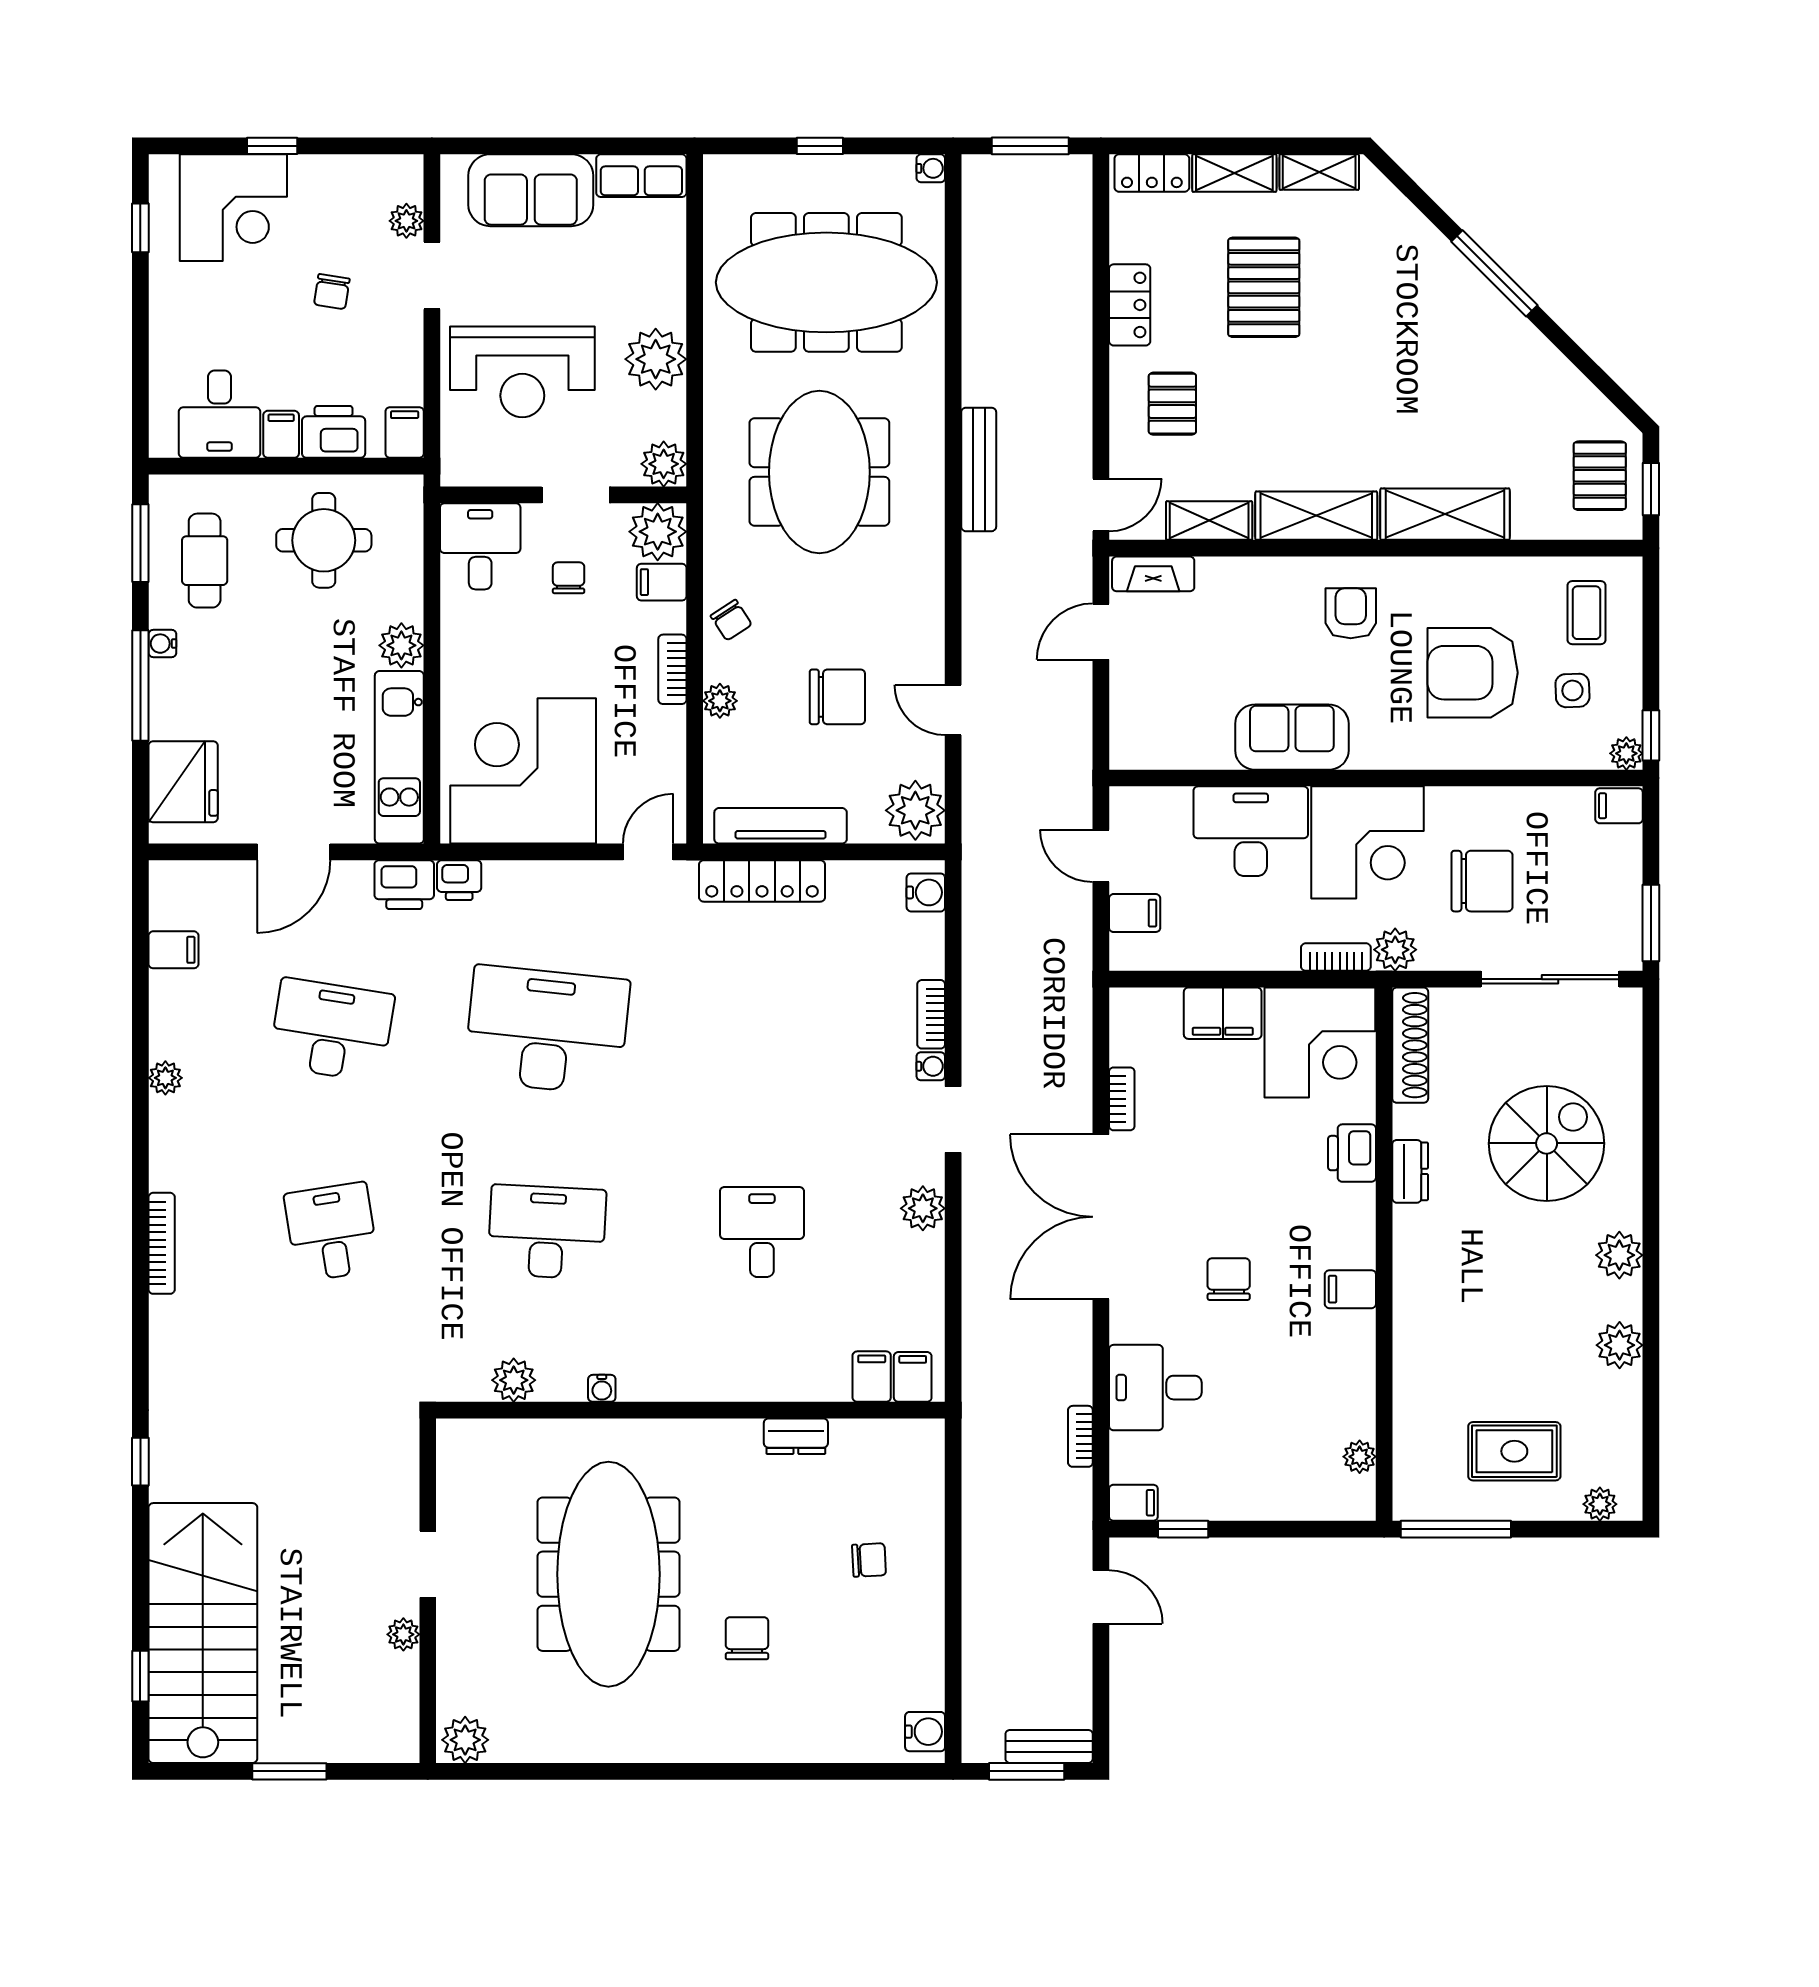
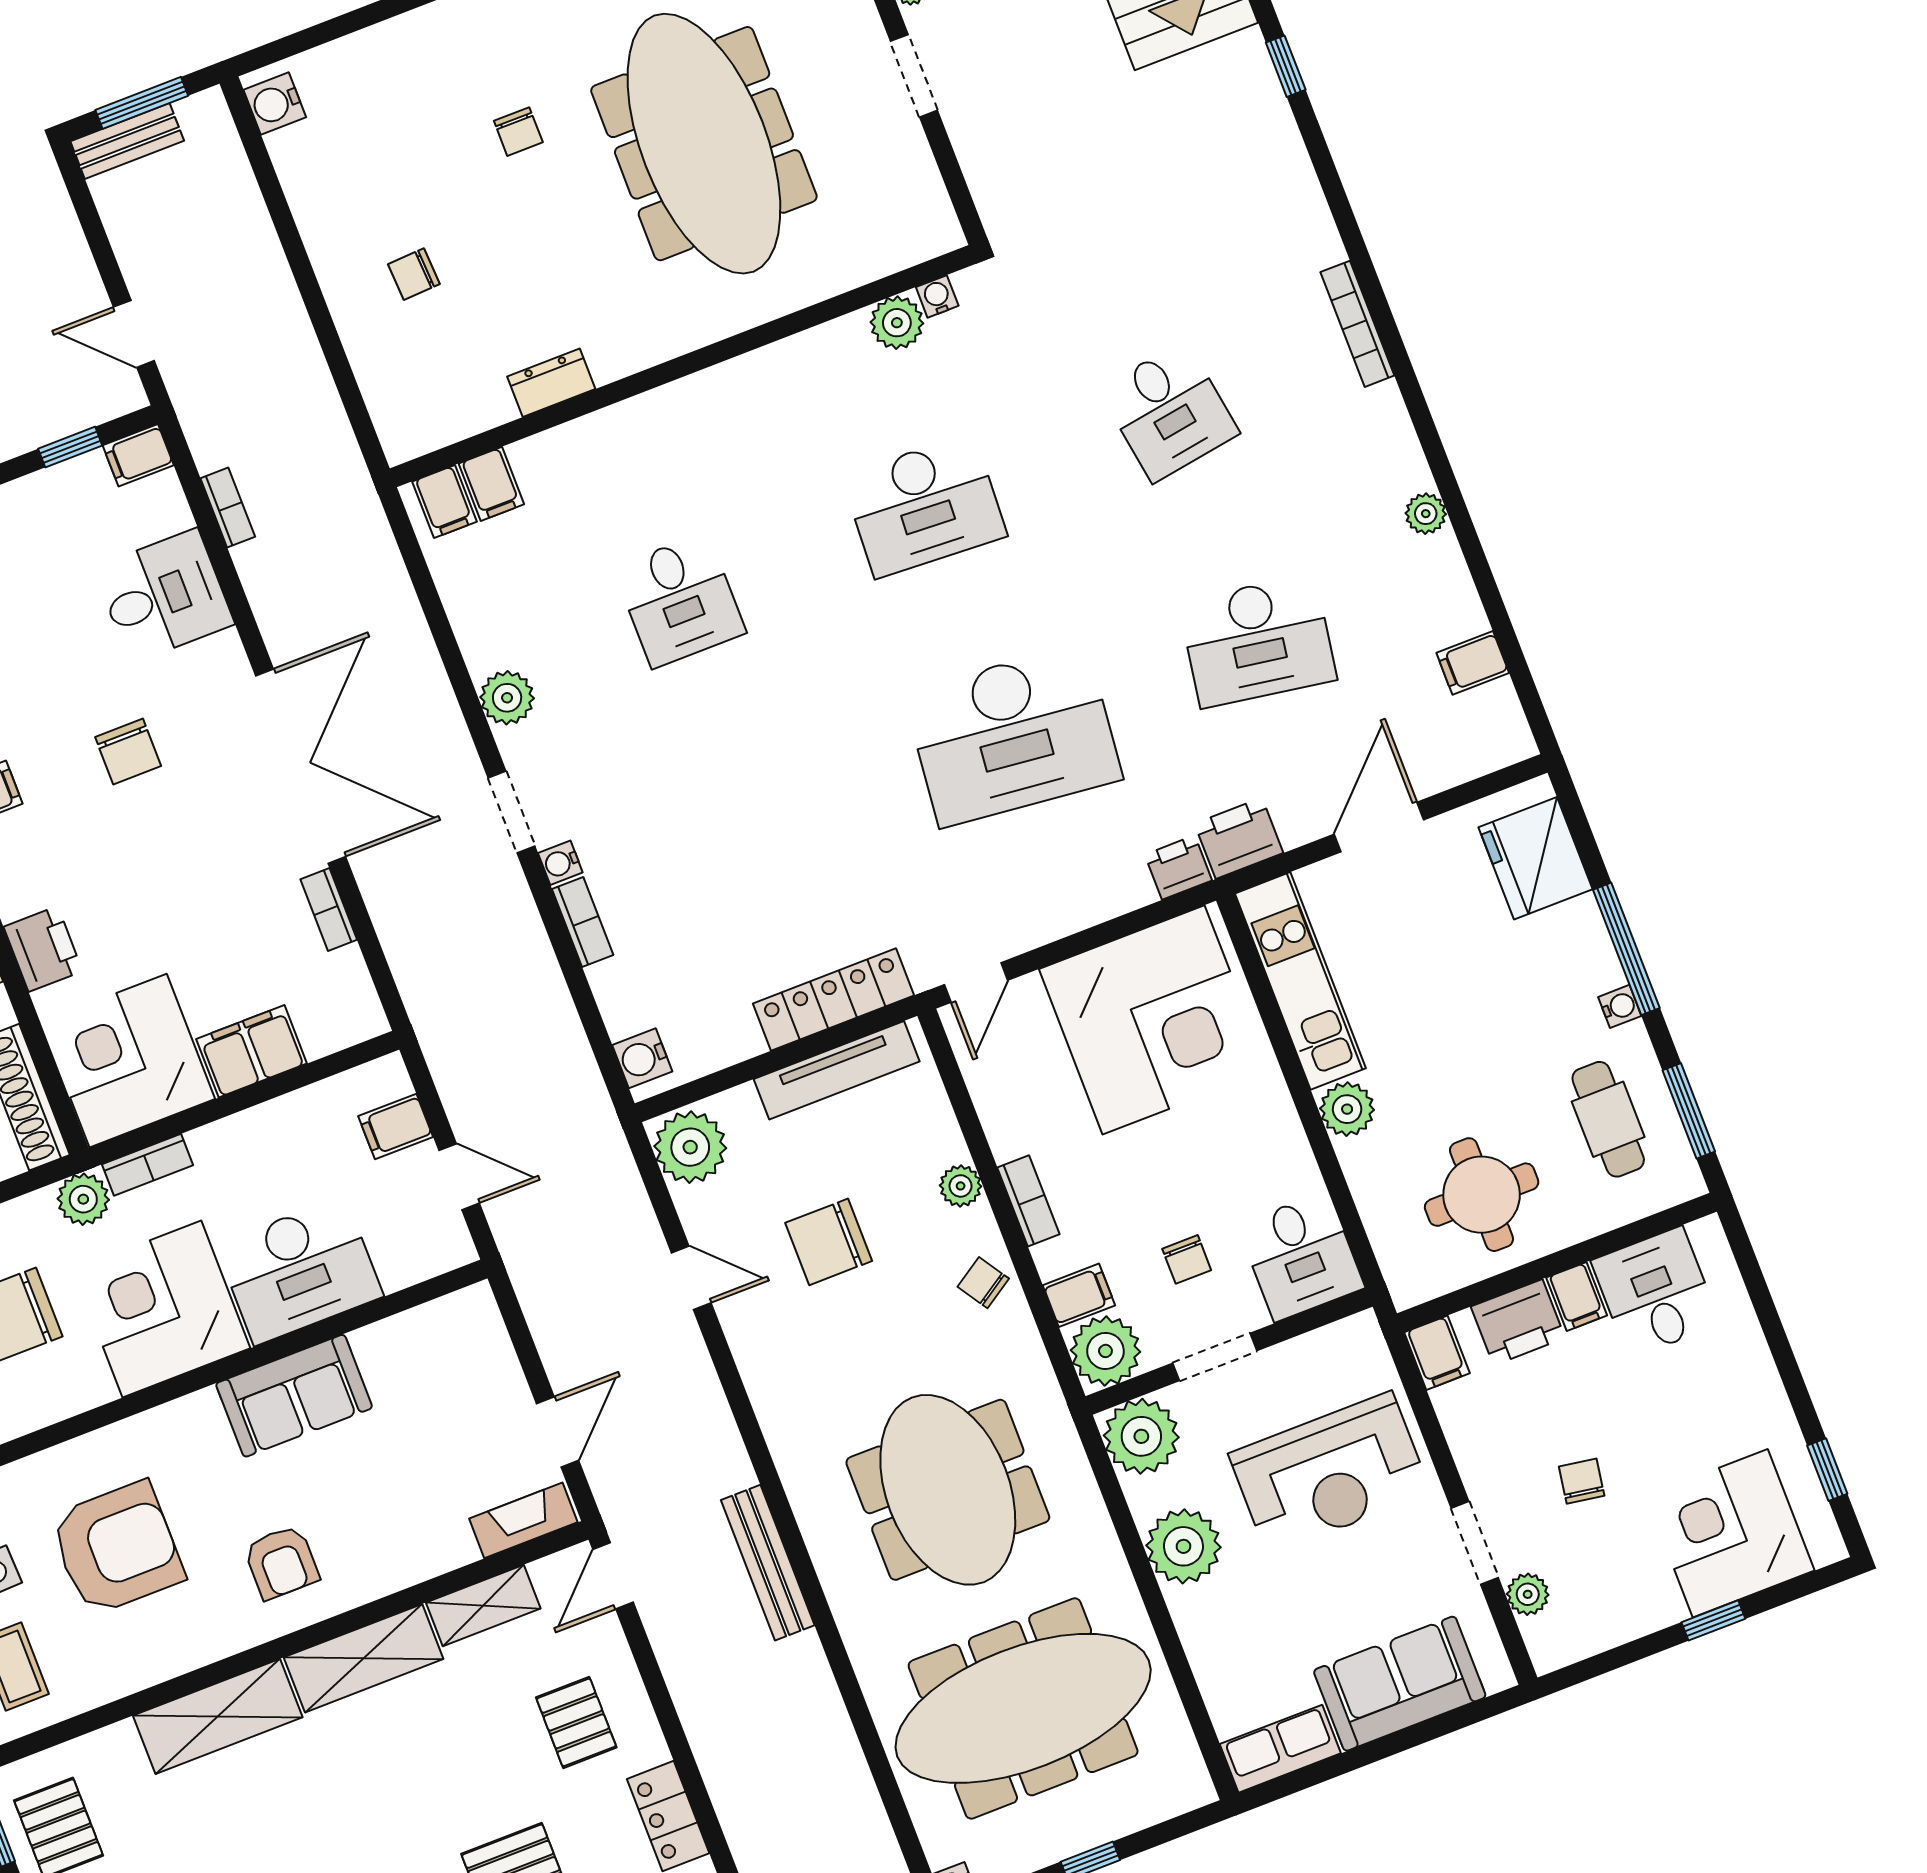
reception desk: (522, 372) -> (1330, 1473), turned 180
plant: (664, 464) -> (1141, 1436), width x1.36, depth x1.36
water cooler: (602, 1388) -> (937, 296), moved
chair: (747, 1638) -> (518, 132), width x0.73, depth x0.73

